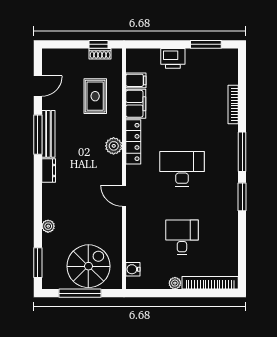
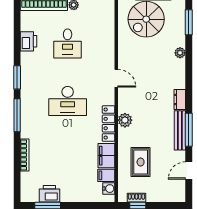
printer: (173, 58) -> (49, 194), moved
printer: (228, 240) -> (29, 41), added
water cooler: (133, 269) -> (109, 189), moved

